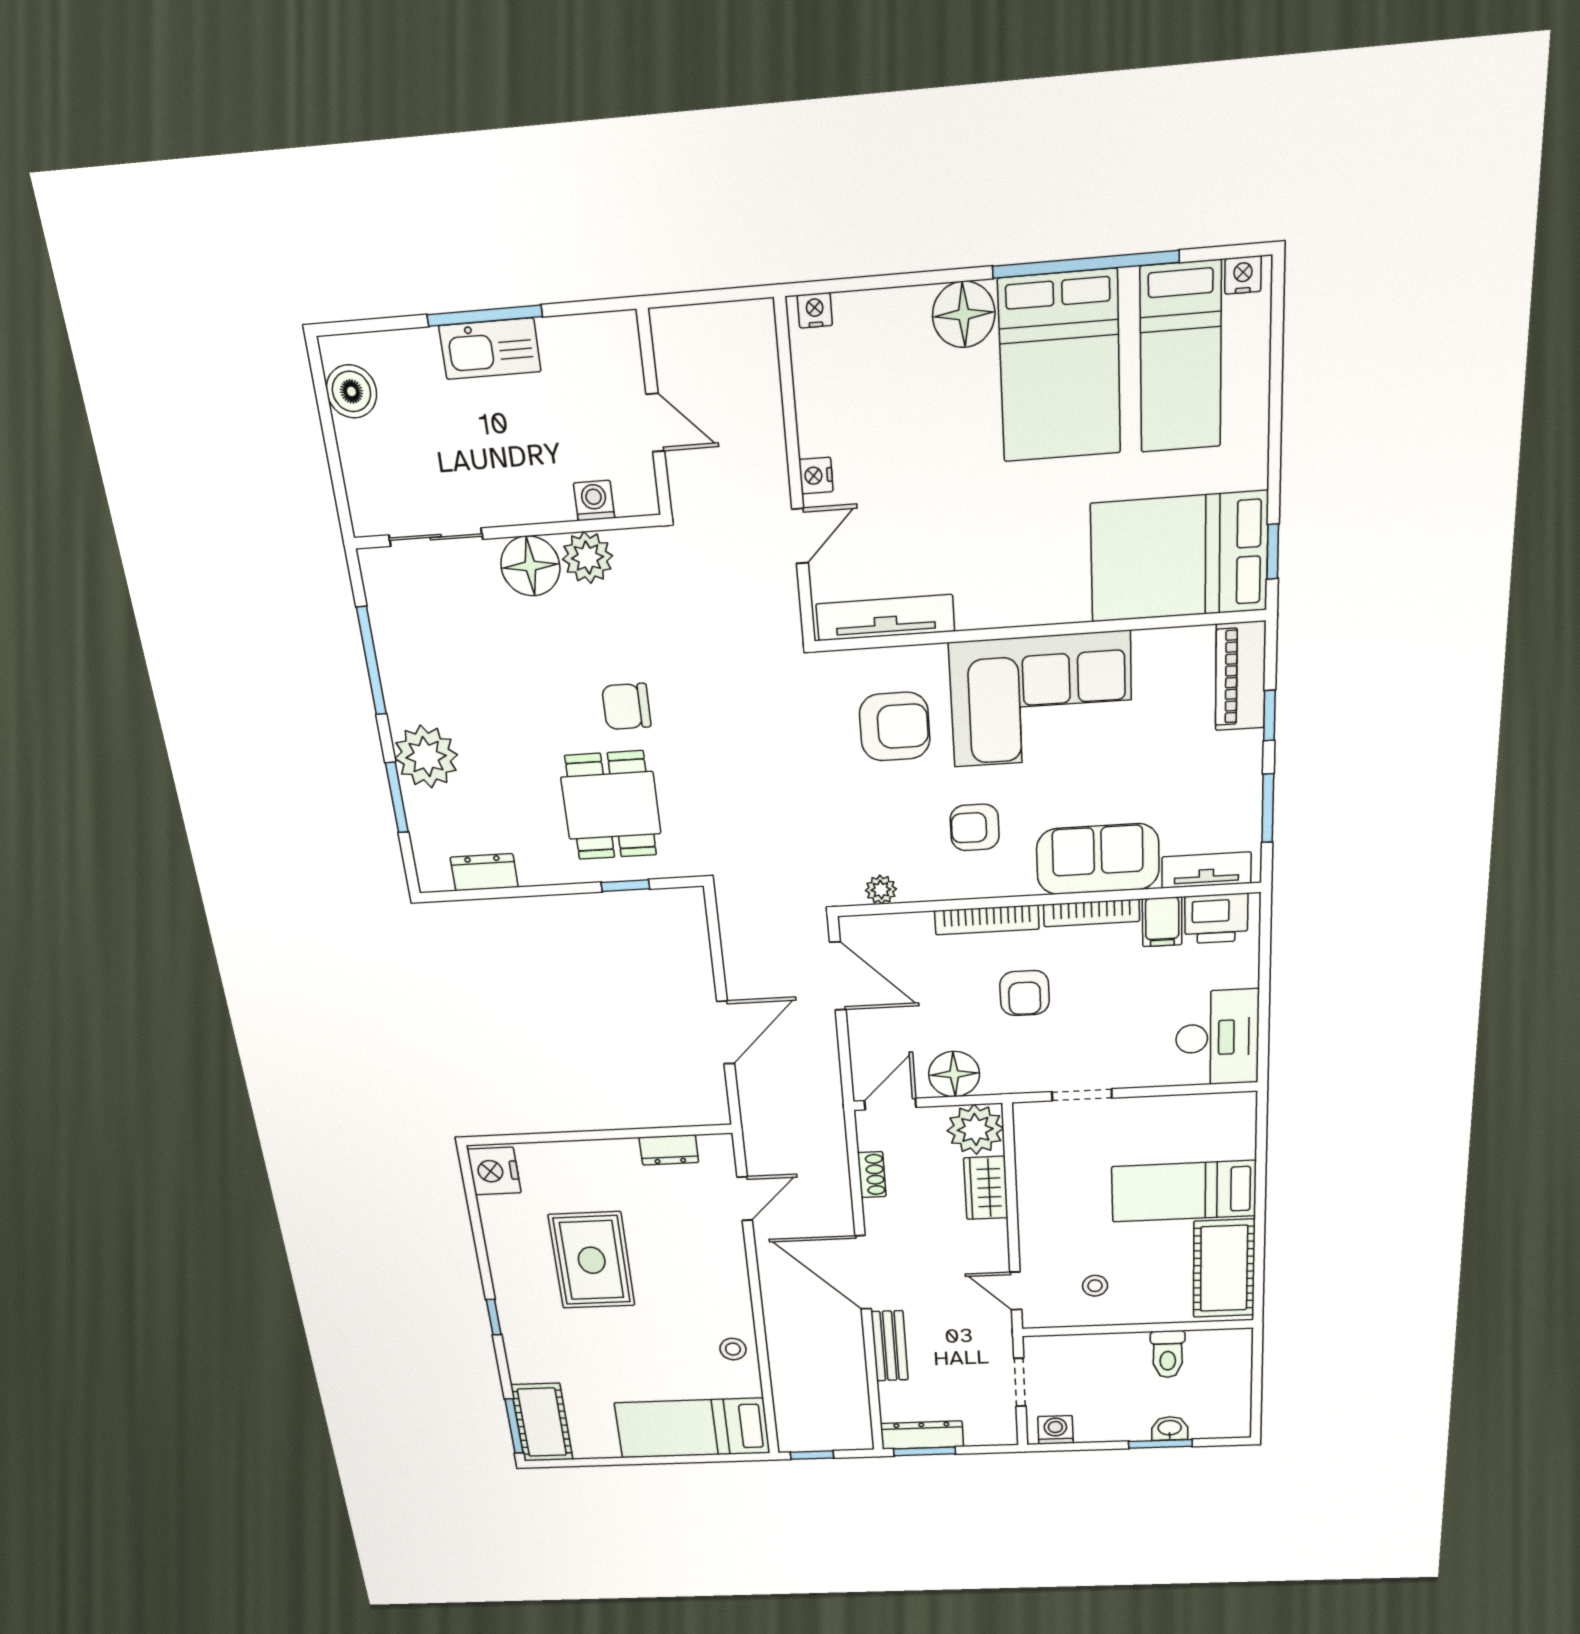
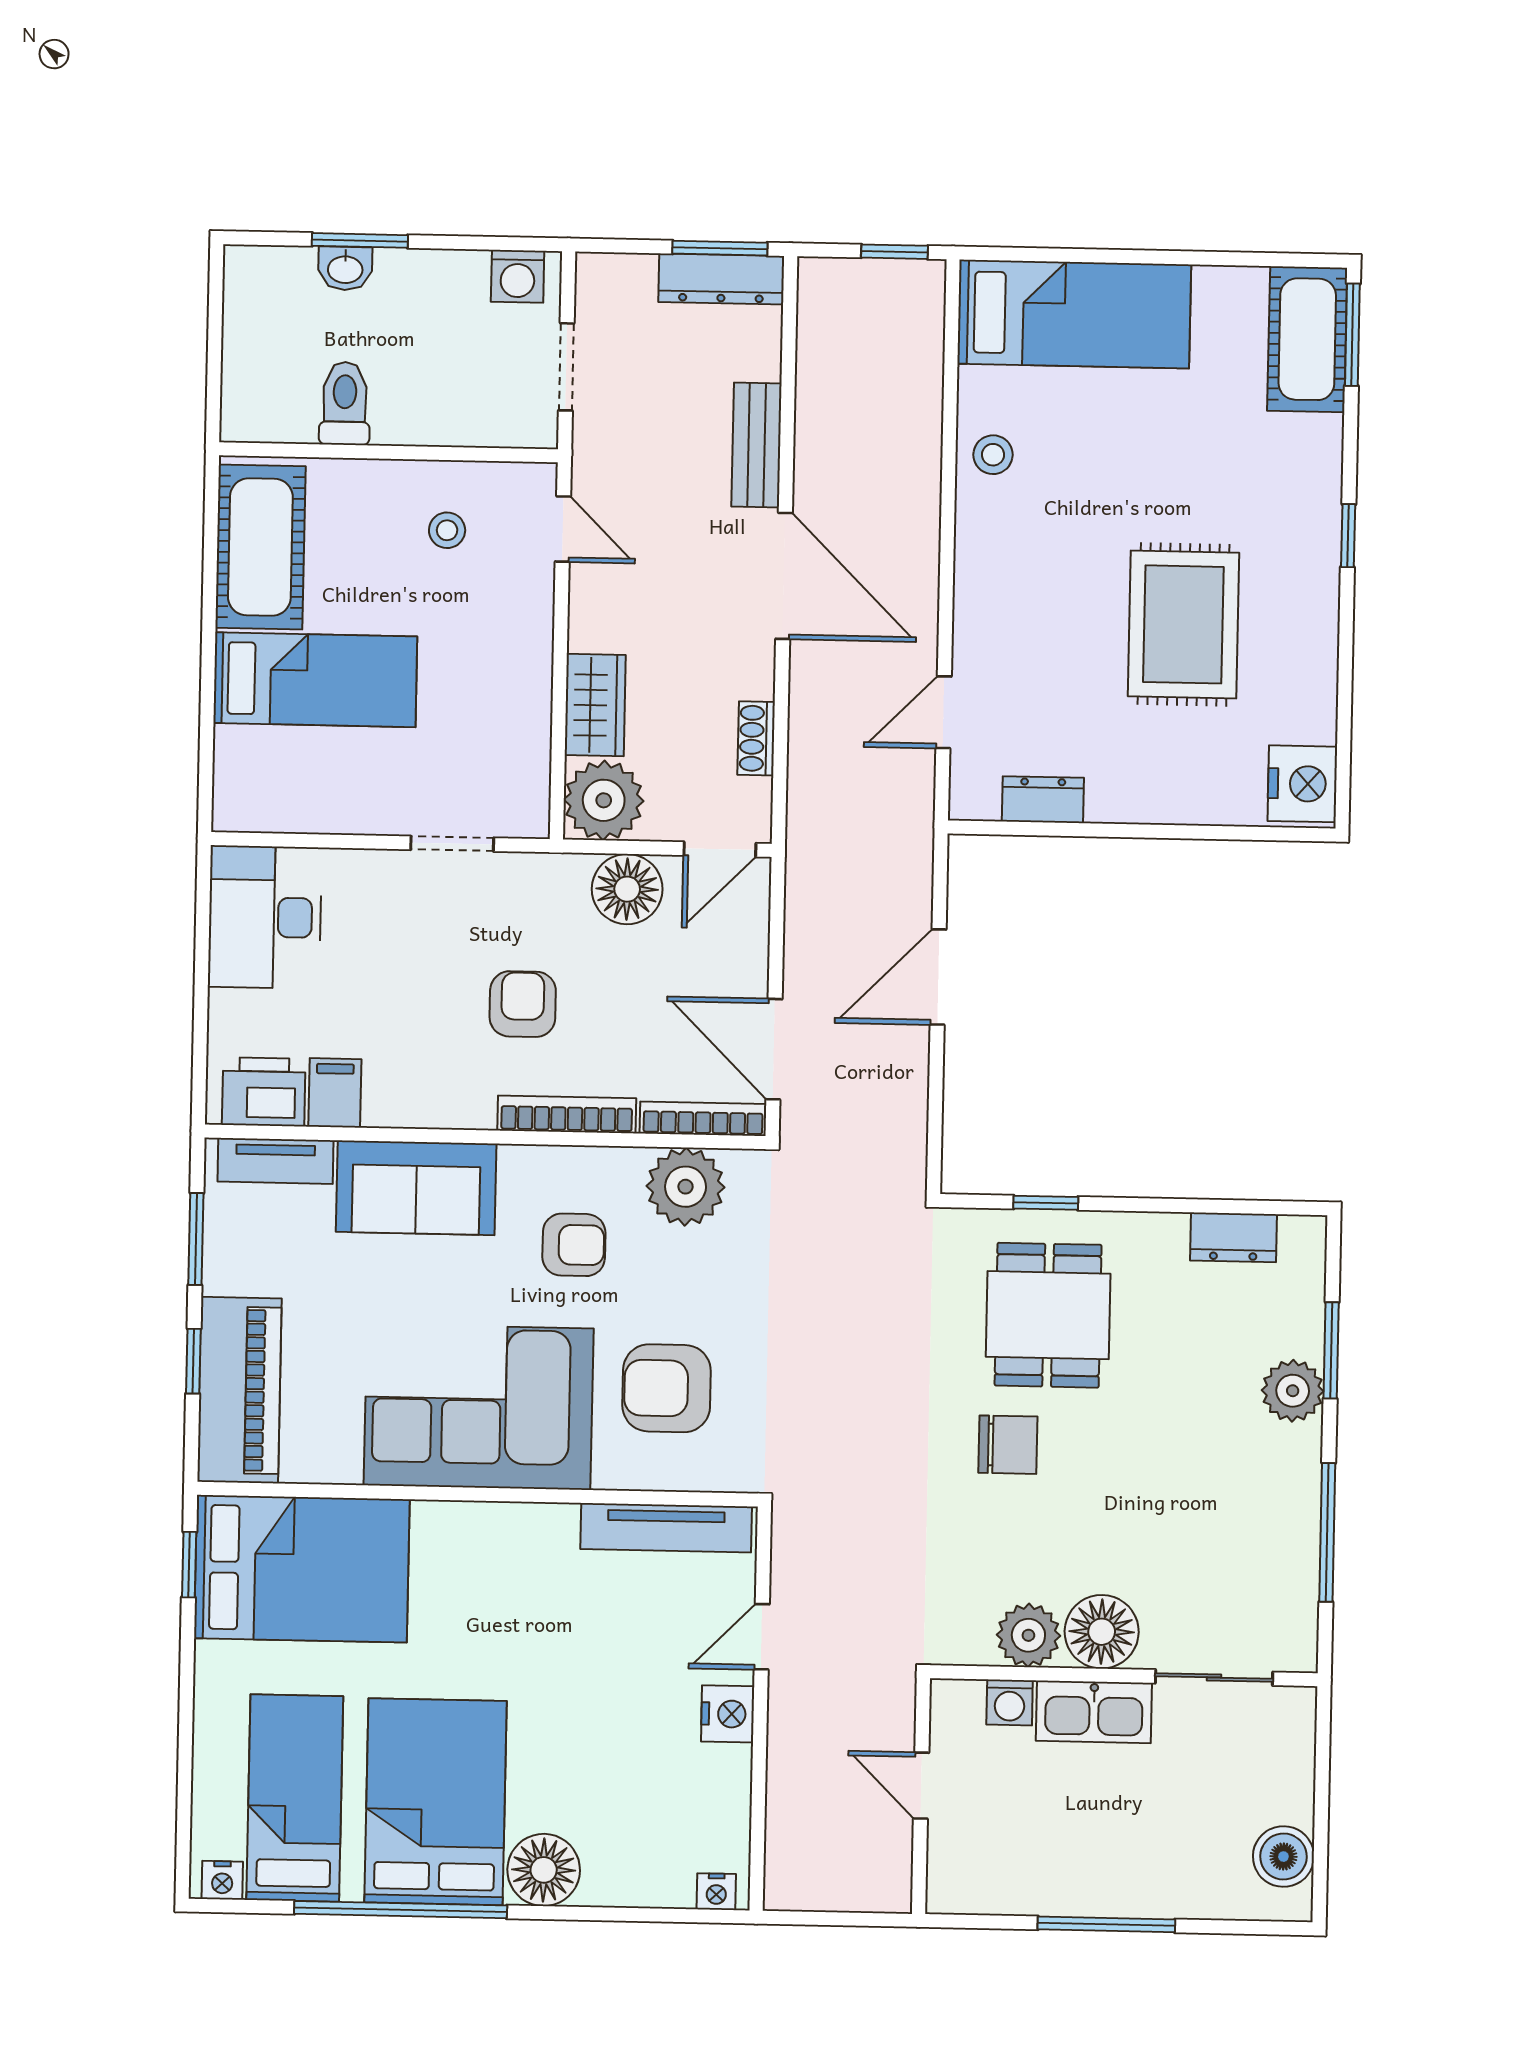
kitchen sink: (490, 349) -> (1094, 1712), moved, turned 180
nightstand: (816, 476) -> (728, 1714), width x1.39, depth x1.35
piano: (1240, 676) -> (240, 1390), width x1.37, depth x1.33
plant: (426, 757) -> (1293, 1391), width x0.73, depth x0.73
plant: (881, 890) -> (686, 1187), width x1.87, depth x1.87
bookcase: (1091, 913) -> (703, 1119), moved

